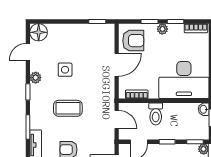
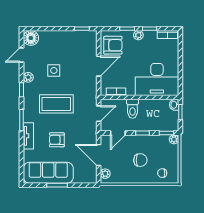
coffee table: (68, 108) -> (56, 104), width x1.36, depth x1.32
door: (117, 119) -> (99, 114), hinge flipped

